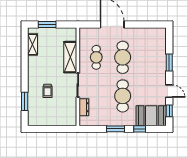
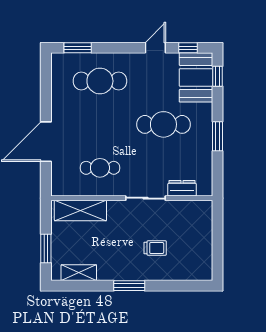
shelving: (70, 57) -> (80, 210), moved
cafe table: (123, 57) -> (100, 81), moved
window: (169, 62) -> (78, 48), moved
window: (25, 101) -> (129, 286), moved
window: (140, 129) -> (218, 76), moved

